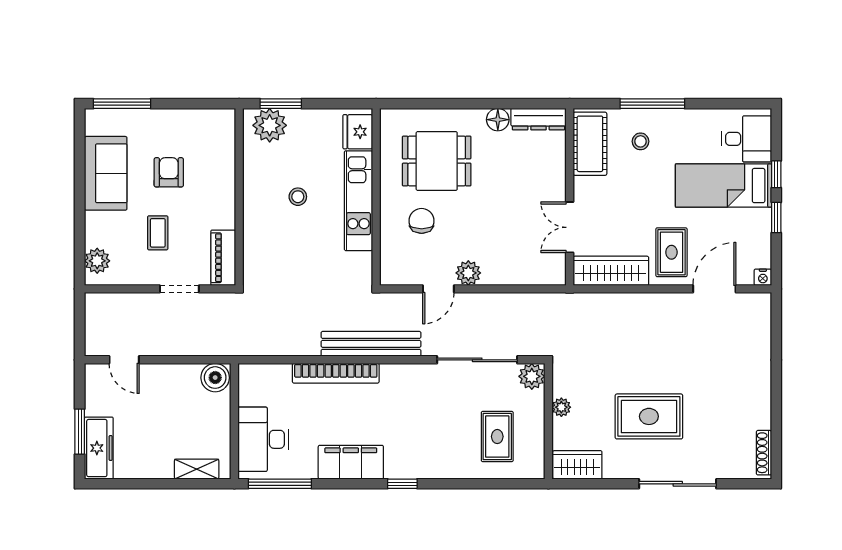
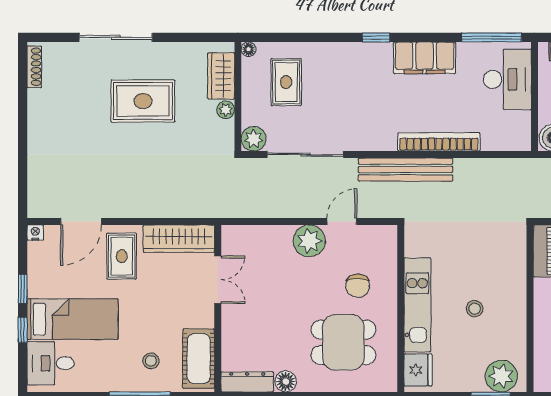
plant: (468, 273) -> (309, 241), width x1.36, depth x1.36
wardrobe: (577, 465) -> (221, 76), moved, turned 90
floor lamp: (537, 471) -> (249, 49), added

